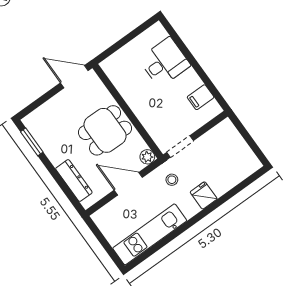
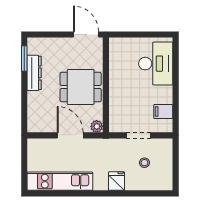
desk: (164, 62) -> (156, 64), width x1.37
doorway: (180, 147) -> (139, 135), moved
stool: (172, 180) -> (144, 163), moved
dresser: (74, 181) -> (34, 73), moved

